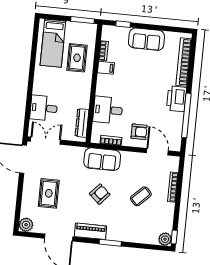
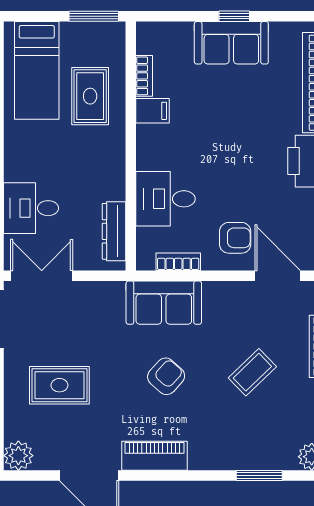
window: (123, 24) -> (234, 16), moved
rug: (49, 193) -> (59, 385), turned 90
window: (110, 243) -> (259, 476), moved

